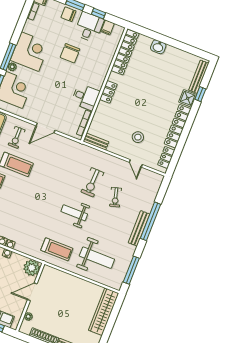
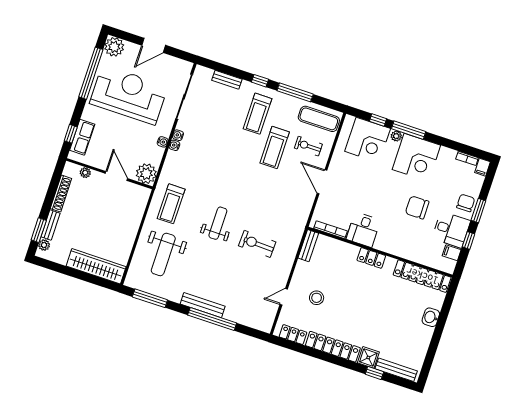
exercise bike: (116, 197) -> (240, 274), removed

